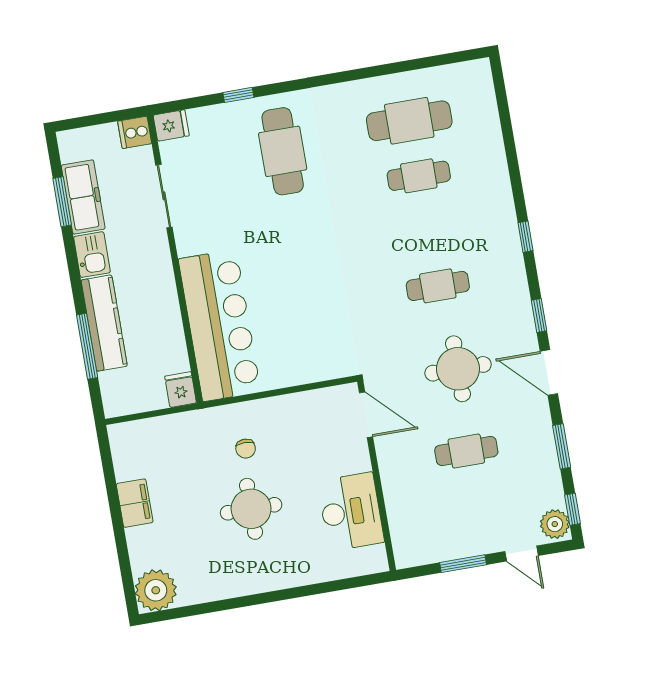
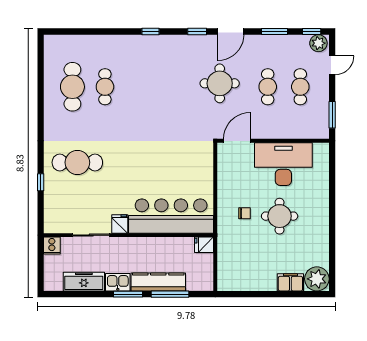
fridge: (171, 125) -> (120, 224), moved
window: (62, 202) -> (128, 294), moved
cafe table: (438, 286) -> (300, 87), moved
filing cabinet: (135, 503) -> (290, 282), moved
desk: (351, 512) -> (283, 164), width x1.36, depth x1.30
window: (463, 564) -> (332, 115), moved

